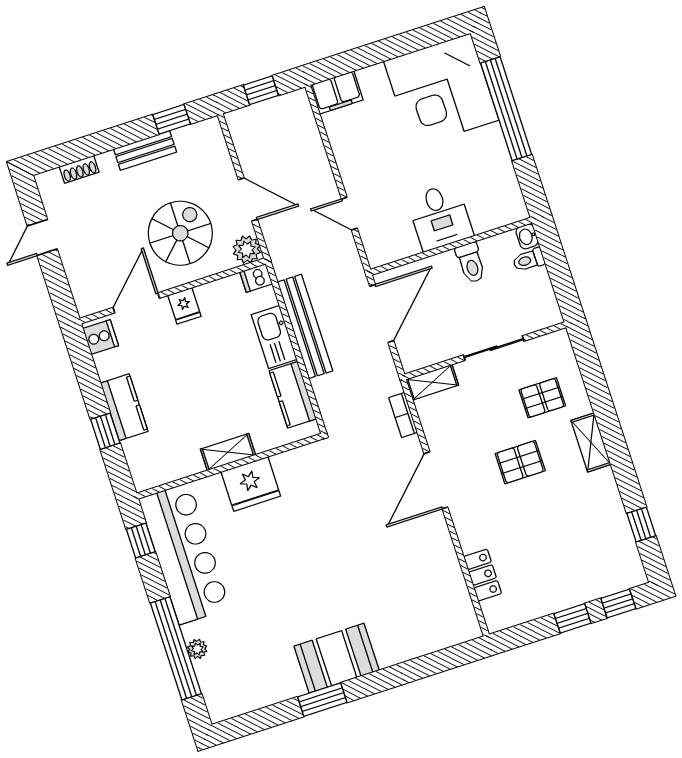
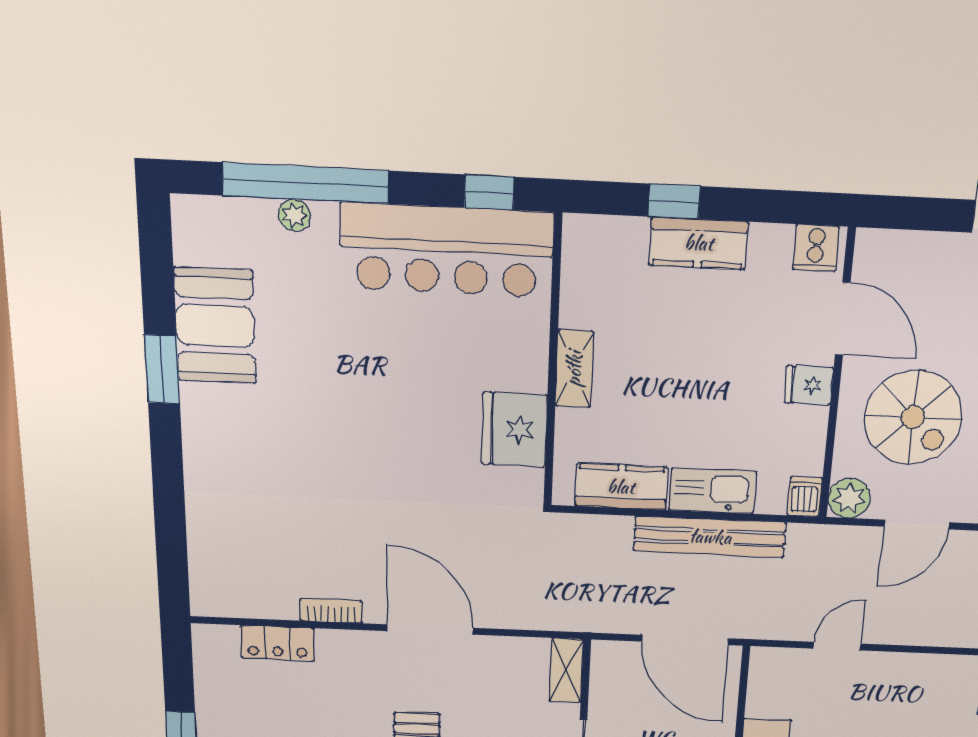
bookcase: (403, 415) -> (331, 611), moved
fridge: (251, 484) -> (514, 430), moved
booth: (337, 658) -> (215, 326), moved

